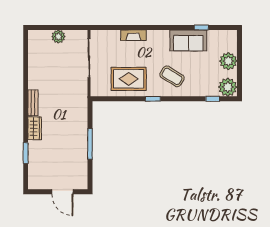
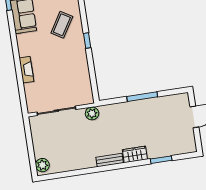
plant: (58, 37) -> (42, 165), moved
rug: (129, 79) -> (71, 68), removed
plant: (81, 93) -> (92, 113), added

